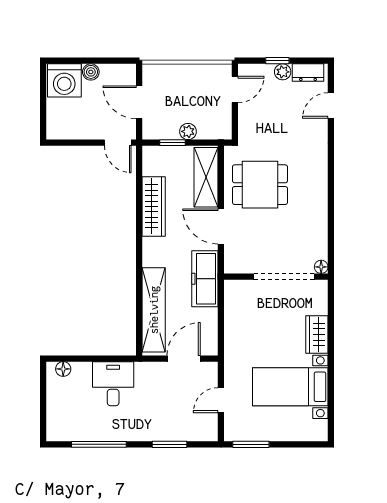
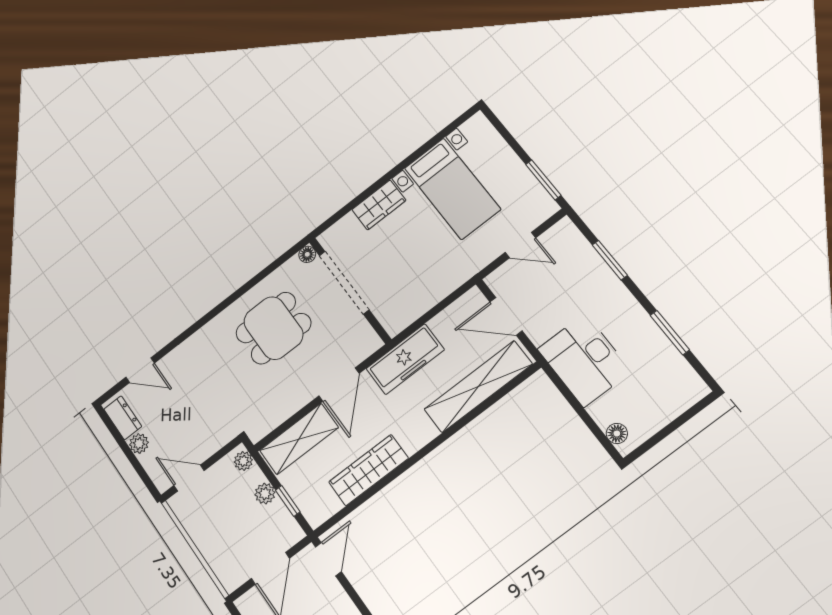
window: (277, 61) -> (131, 457), removed
plant: (219, 132) -> (243, 461), added
dining table: (260, 185) -> (273, 328), moved, turned 90
desk: (113, 384) -> (584, 360), width x1.37
window: (99, 444) -> (670, 333), width x0.69

